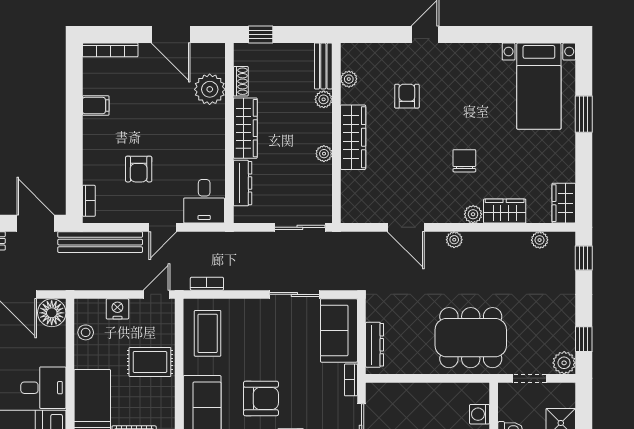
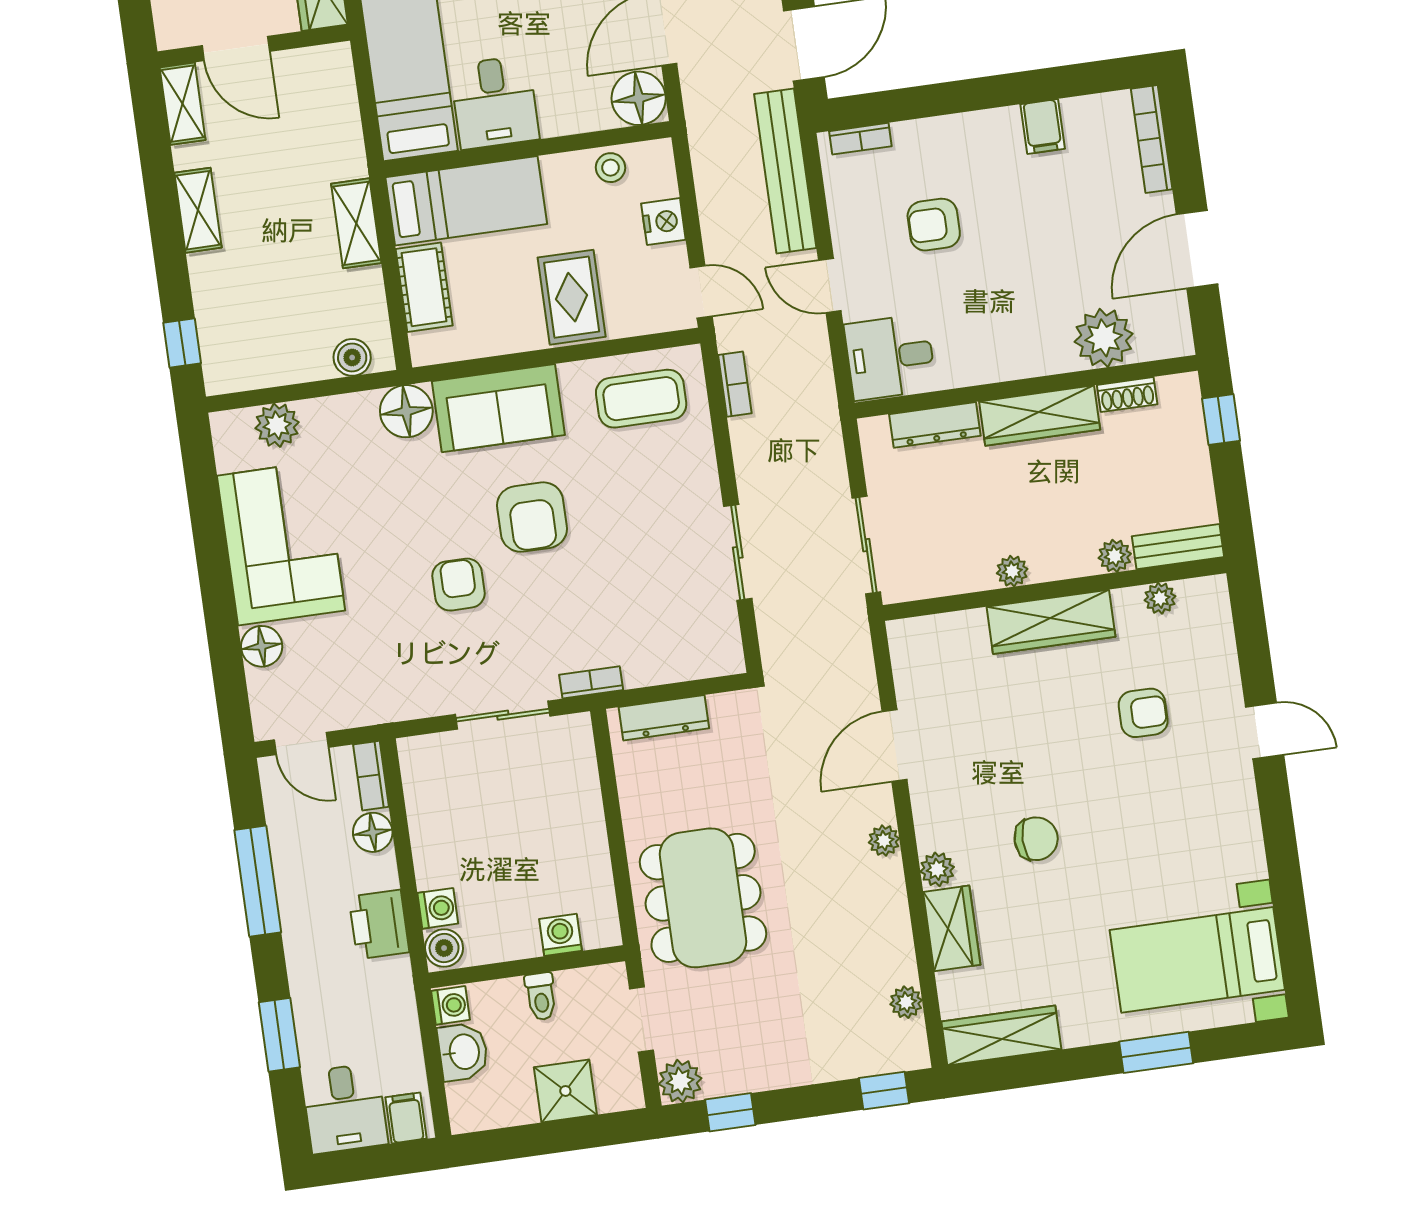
wardrobe: (564, 203) -> (1001, 1036), width x1.50
sofa: (339, 330) -> (681, 647), removed

